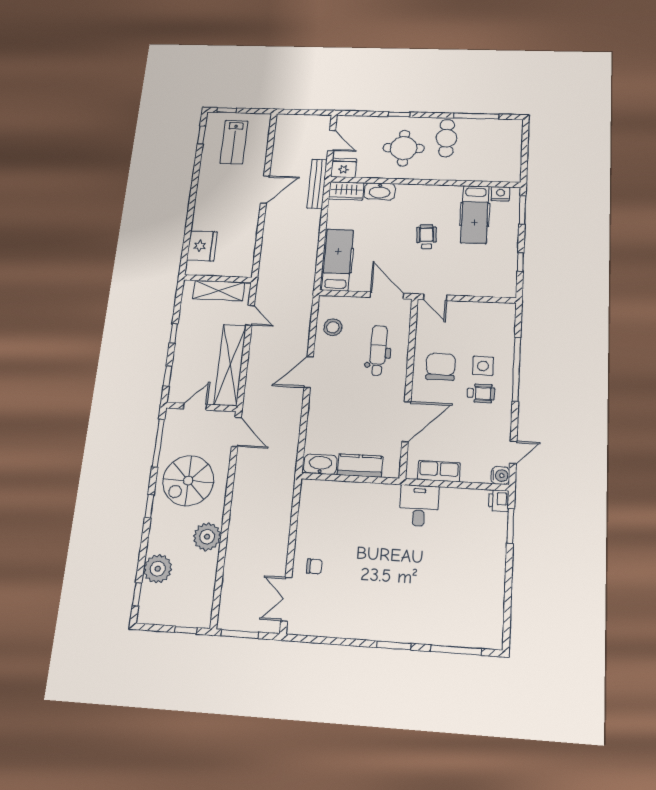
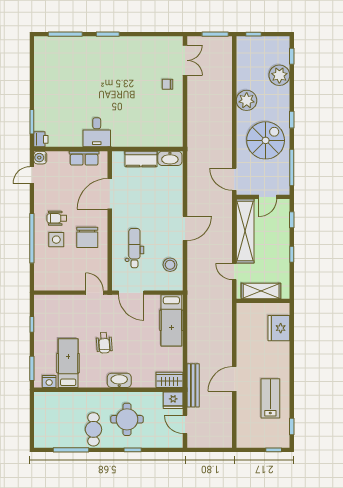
lab bench: (234, 142) -> (270, 398), moved
washbasin: (380, 191) -> (119, 380), moved
dental chair: (378, 350) -> (134, 248), turned 180

